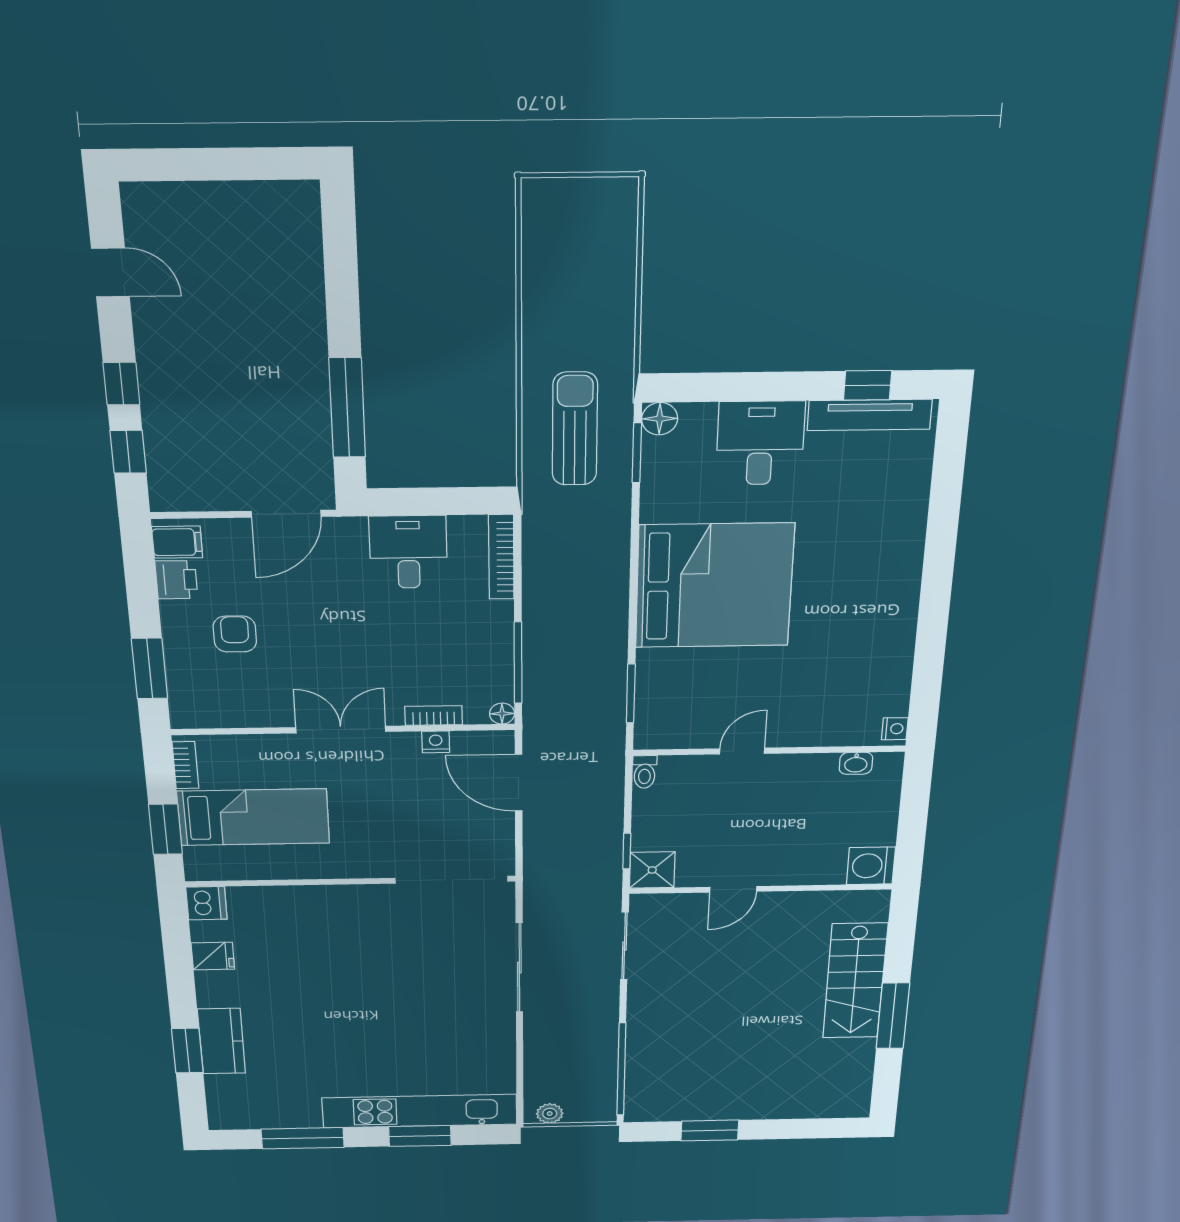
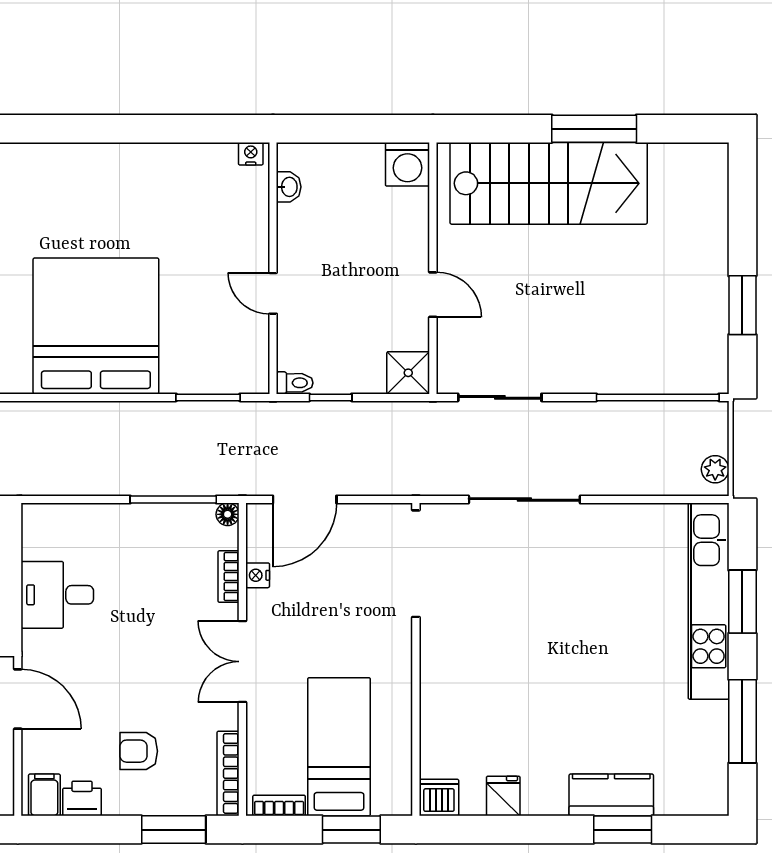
bookcase: (501, 557) -> (228, 773), moved, turned 90
window: (627, 851) -> (331, 397), moved
stairs: (855, 981) -> (549, 183), width x1.36, depth x1.51

